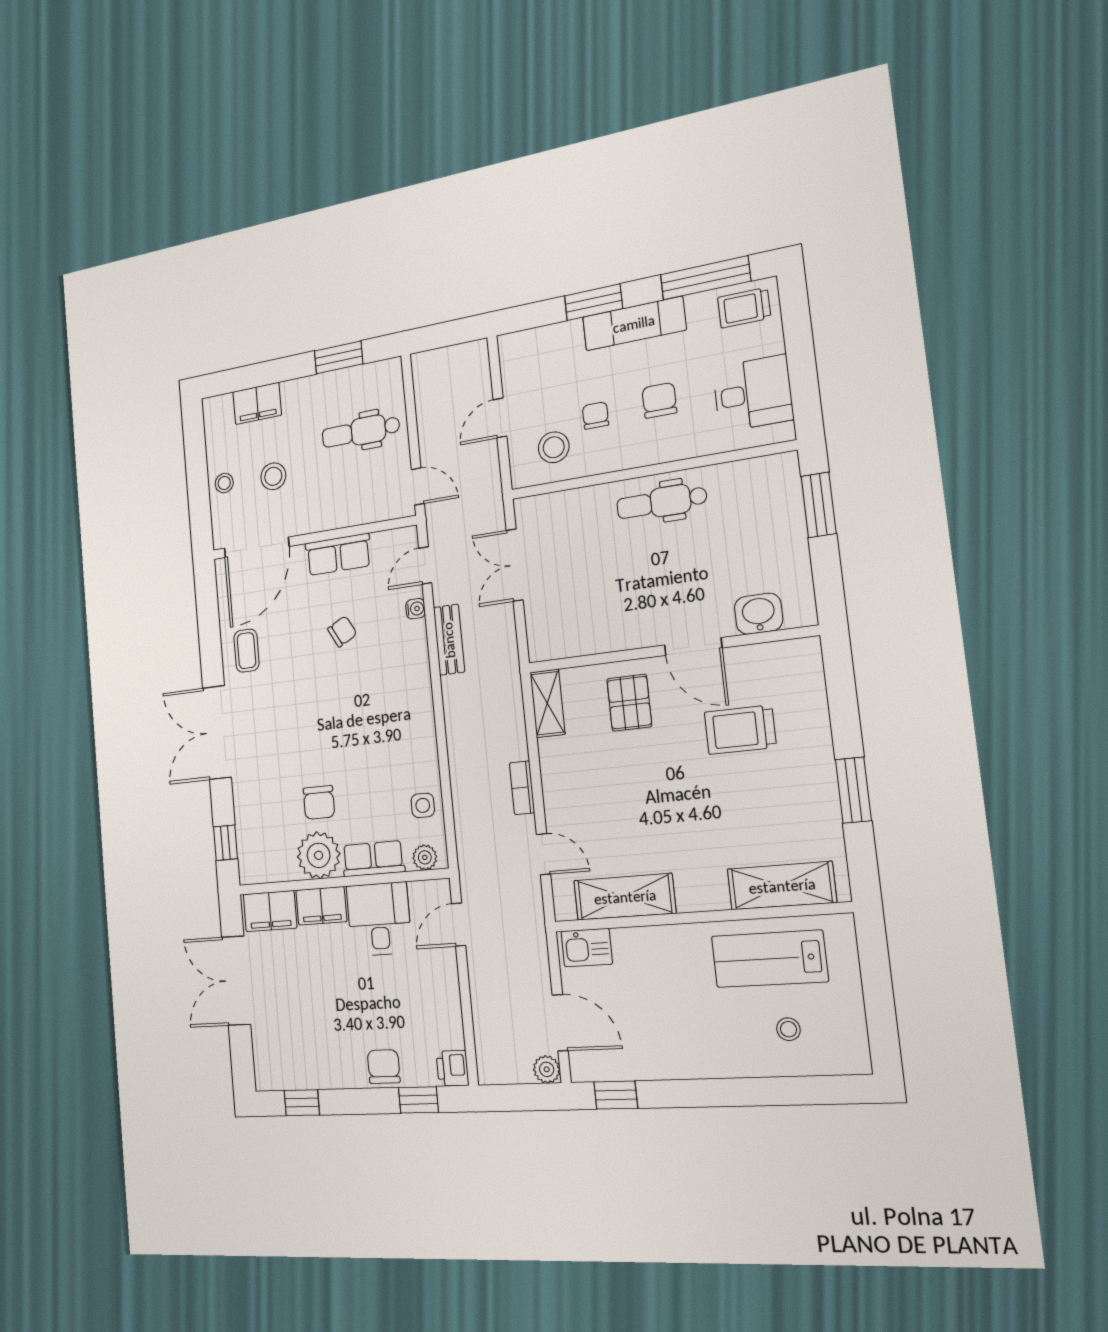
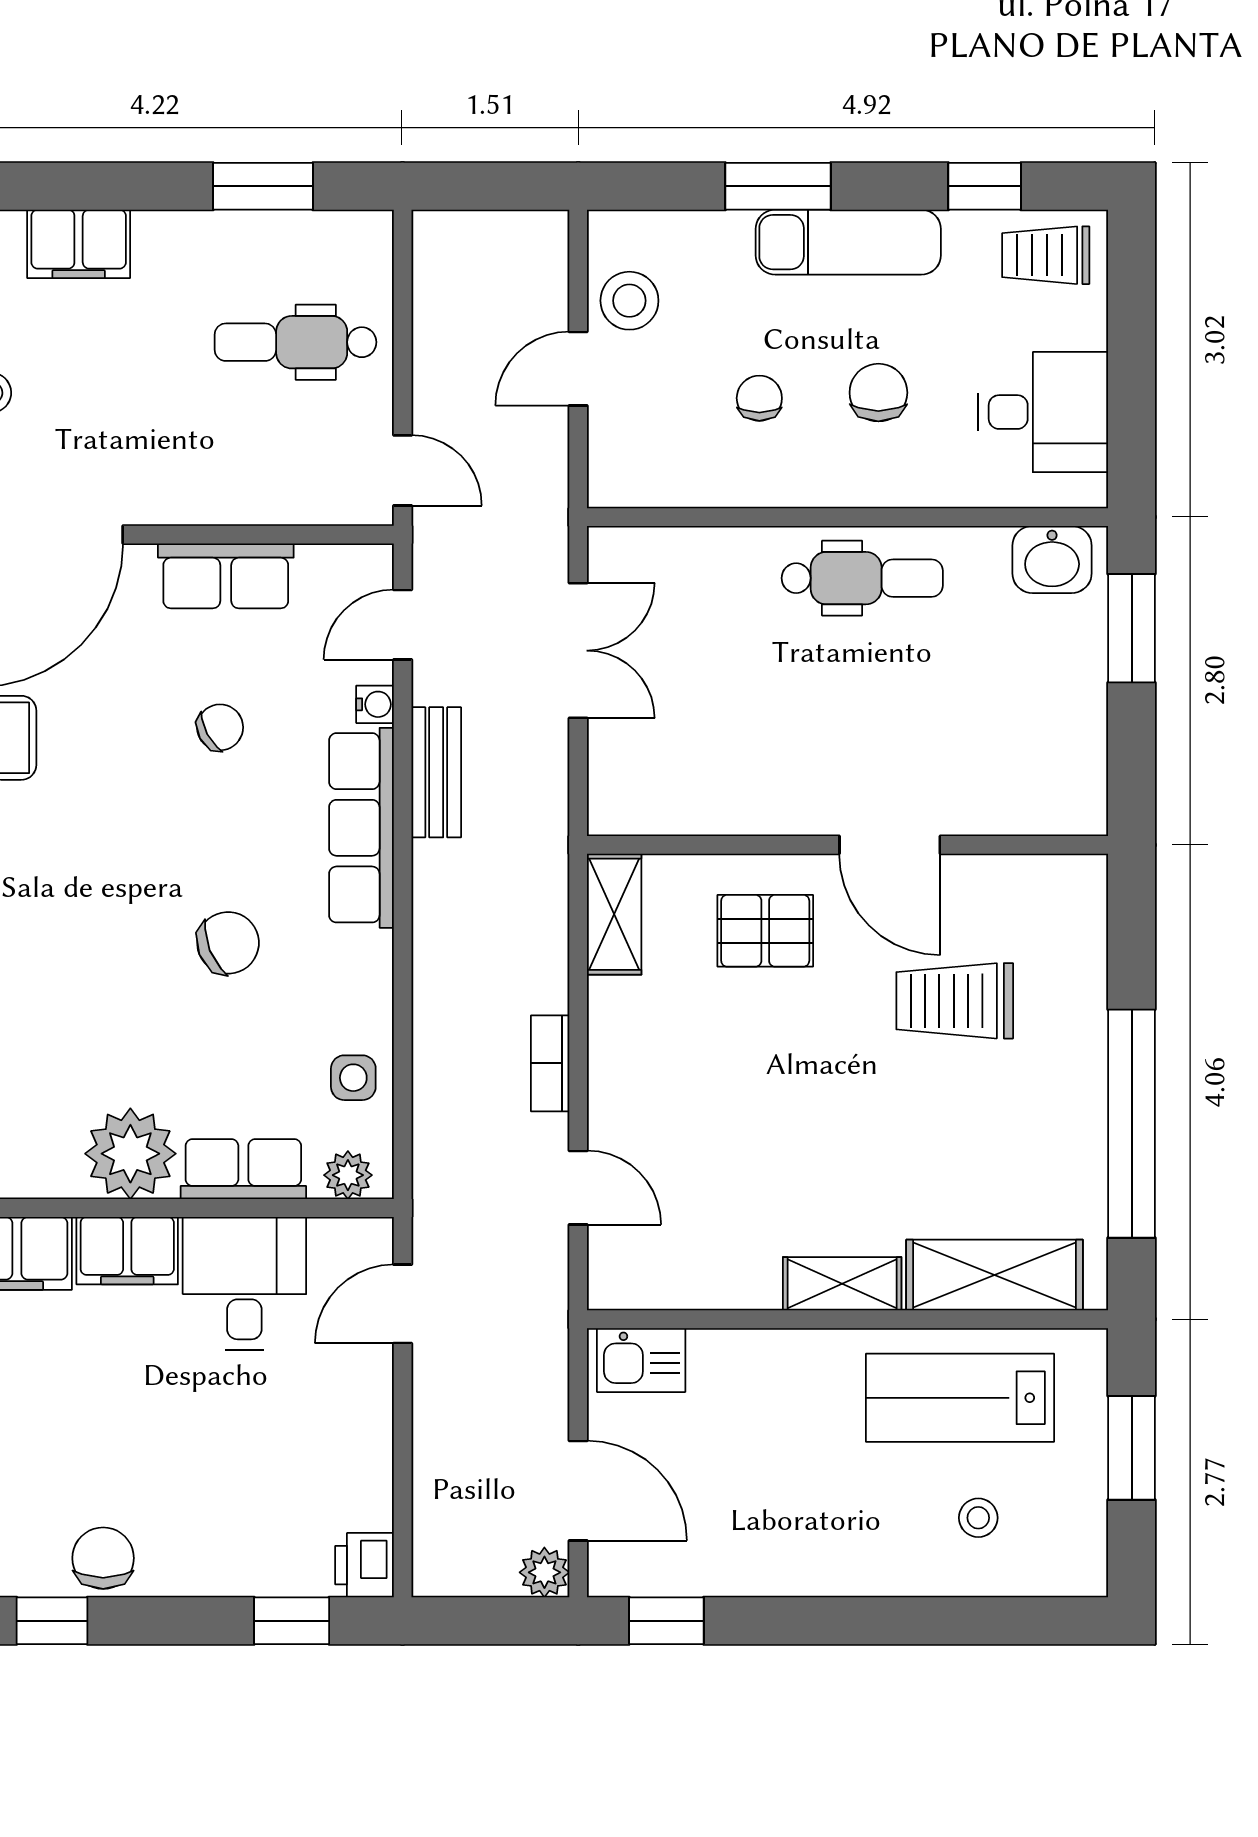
window: (705, 278) -> (985, 186), width x0.46
stool: (554, 447) -> (629, 301), moved
stool: (273, 476) -> (101, 398), removed
dental chair: (662, 502) -> (862, 578), turned 180
double door: (515, 565) -> (578, 651), swing flipped
washbasin: (759, 614) -> (1052, 559), moved, turned 180
row of seats: (415, 674) -> (361, 828), added
pallet: (629, 703) -> (765, 931), turned 90
window: (853, 790) -> (1132, 1124), width x2.11
chair: (319, 803) -> (228, 943), moved, turned -112
shelving: (625, 897) -> (842, 1284), moved, width x0.67, depth x0.75
window: (877, 983) -> (1132, 1448), added
chair: (384, 1067) -> (103, 1558), moved

